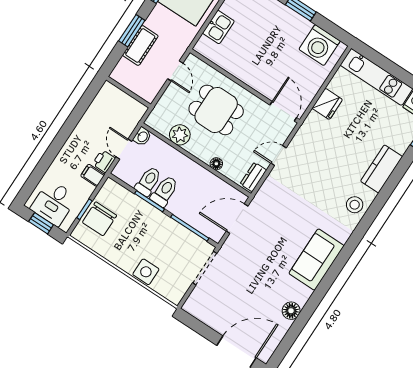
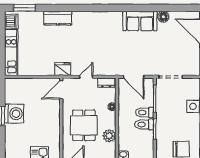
washing machine: (320, 45) -> (14, 114), moved
fridge: (327, 104) -> (63, 69), moved
door: (279, 155) -> (86, 77), swing flipped
toilet: (148, 181) -> (145, 113), moved
stool: (355, 205) -> (86, 20), removed
sofa: (316, 260) -> (140, 21), moved

